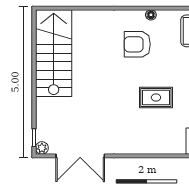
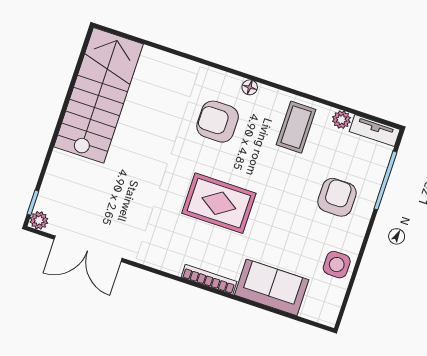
rug: (156, 98) -> (219, 203), width x1.36, depth x1.43
bookcase: (166, 150) -> (209, 279), added

